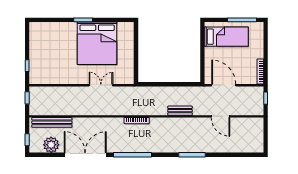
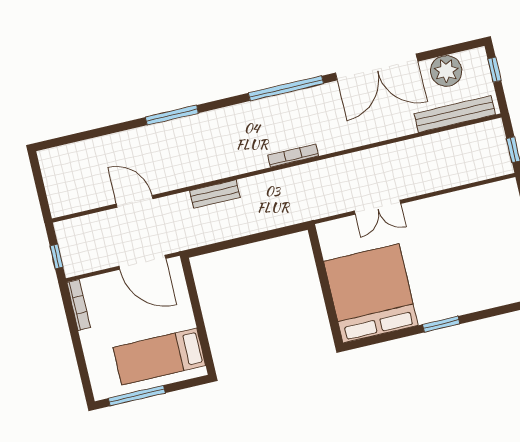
bed: (97, 43) -> (371, 293), moved

